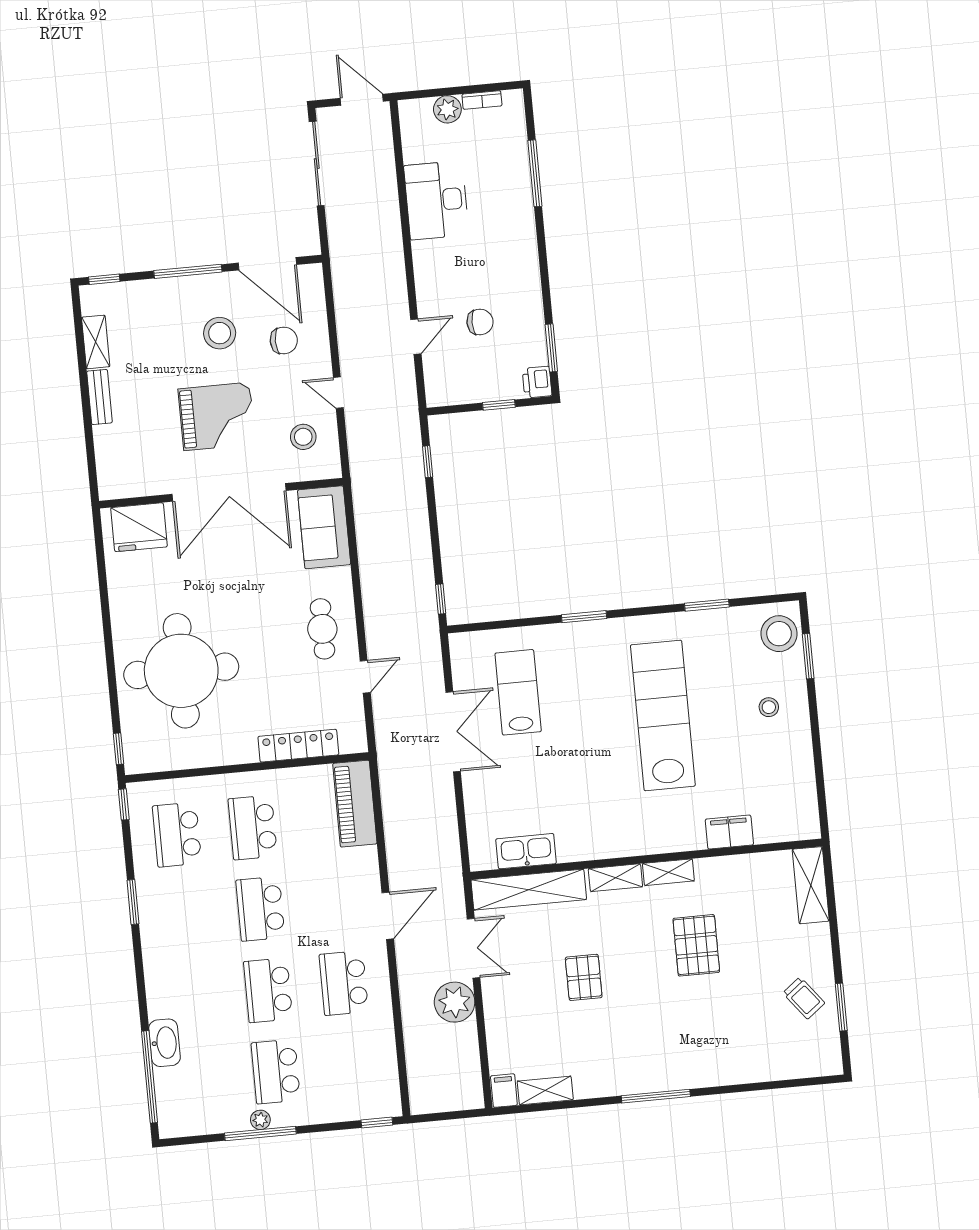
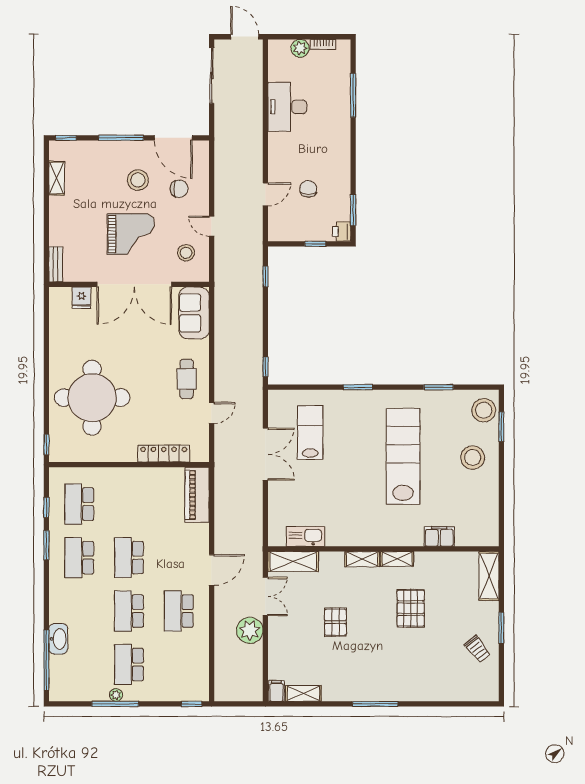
chair: (480, 322) -> (308, 189), turned -90
bench: (99, 397) -> (56, 264), moved
fridge: (139, 527) -> (82, 298), width x0.53, depth x0.75
stool: (769, 707) -> (473, 458), width x1.89, depth x1.89
window: (124, 804) -> (46, 507), moved
school desk: (253, 827) -> (79, 558), moved
shelving: (529, 890) -> (293, 562), width x0.68
window: (841, 1007) -> (501, 628), moved

